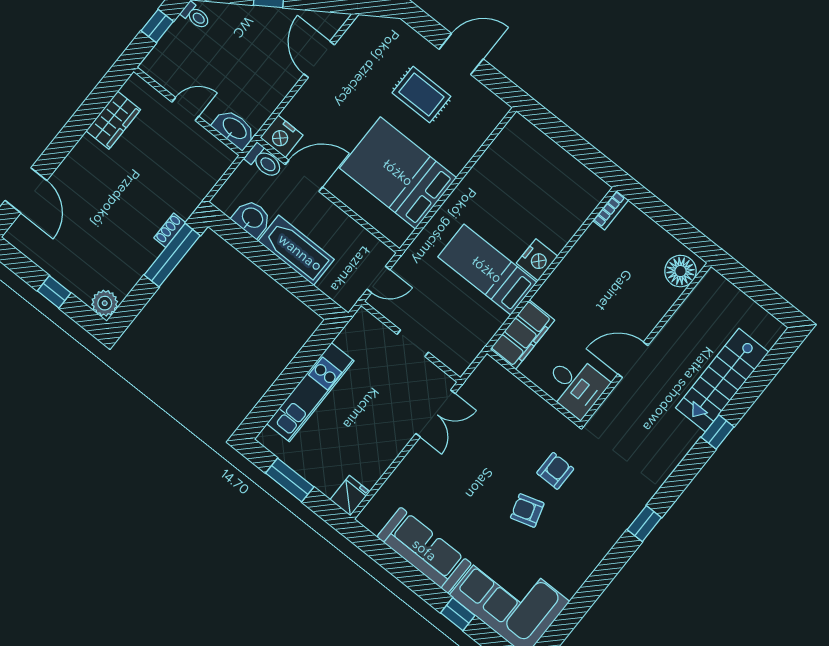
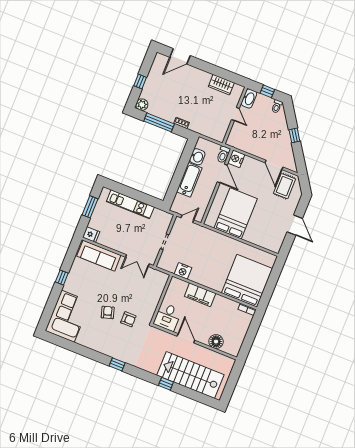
door: (319, 59) -> (274, 165), swing flipped
rug: (421, 95) -> (284, 186), moved
washbasin: (234, 129) -> (249, 98), moved
window: (172, 255) -> (159, 122), moved
nightstand: (537, 260) -> (183, 271), moved
bed: (487, 270) -> (247, 281), moved, width x2.04
floor lamp: (680, 271) -> (216, 342), moved
door: (378, 280) -> (187, 219), swing flipped
filing cabinet: (522, 335) -> (200, 295), moved
stairs: (722, 380) -> (190, 375), width x1.36, depth x1.51
sofa: (424, 550) -> (99, 256), moved, turned 90
window: (458, 614) -> (62, 278), moved

